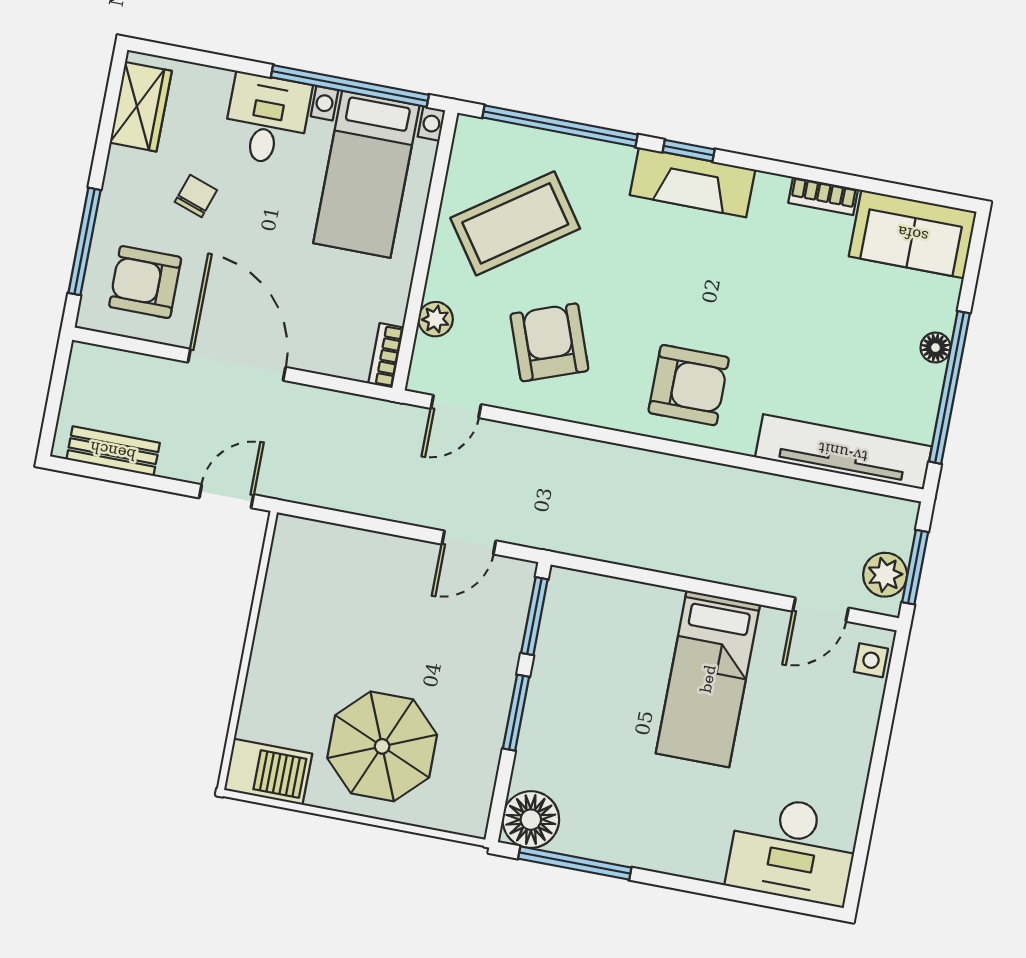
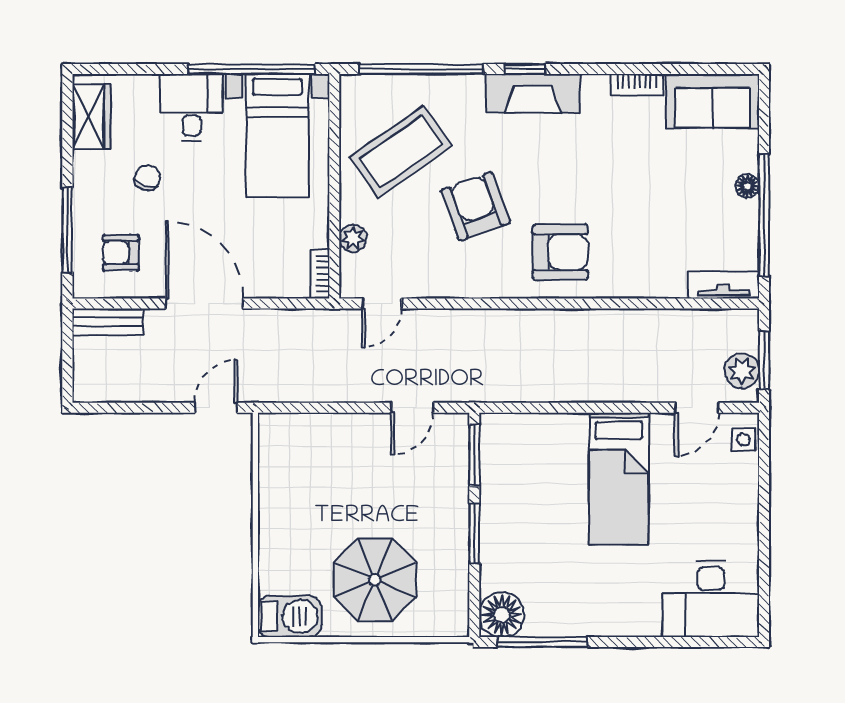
armchair: (145, 282) -> (121, 253), width x0.72, depth x0.72
armchair: (549, 342) -> (476, 206), moved
bench: (113, 451) -> (107, 322), moved
tv unit: (843, 452) -> (724, 285), width x0.52, depth x0.78

